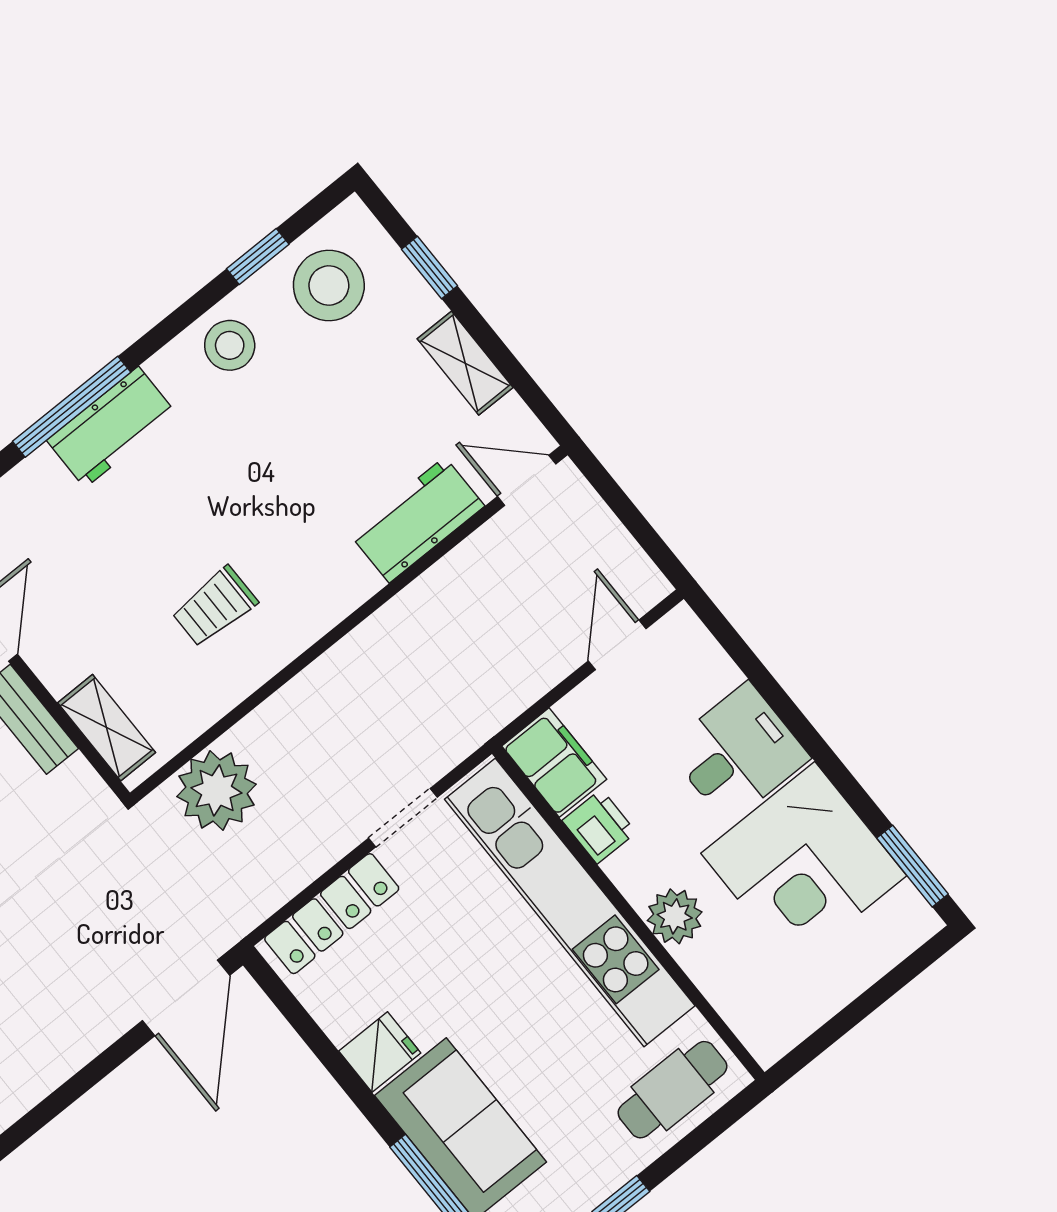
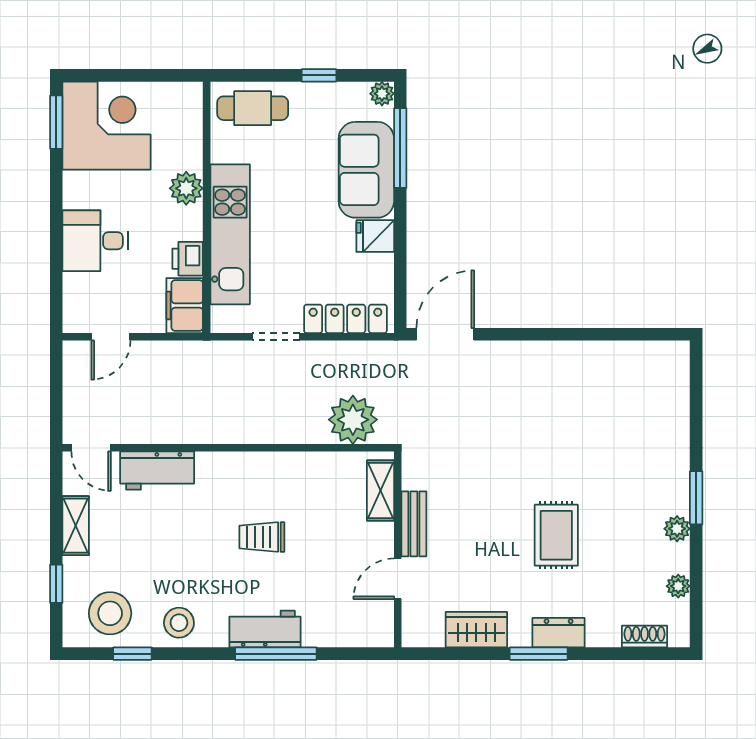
trolley: (215, 607) -> (262, 537), moved, turned 180
corner desk: (804, 865) -> (106, 126), moved
kitchen unit: (570, 902) -> (230, 234), width x0.73

